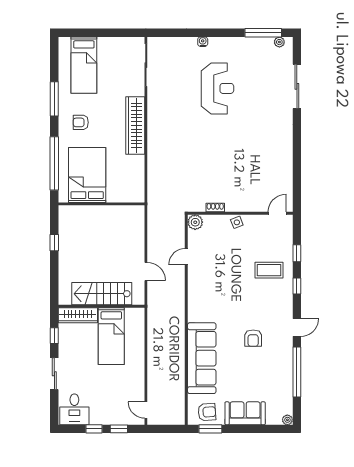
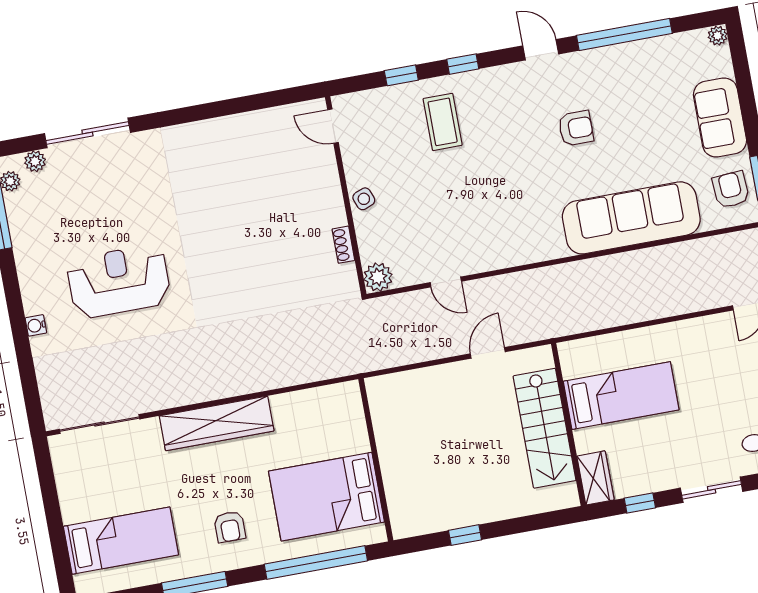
plant: (287, 57) -> (35, 161), added
wardrobe: (78, 315) -> (596, 478), width x0.67

